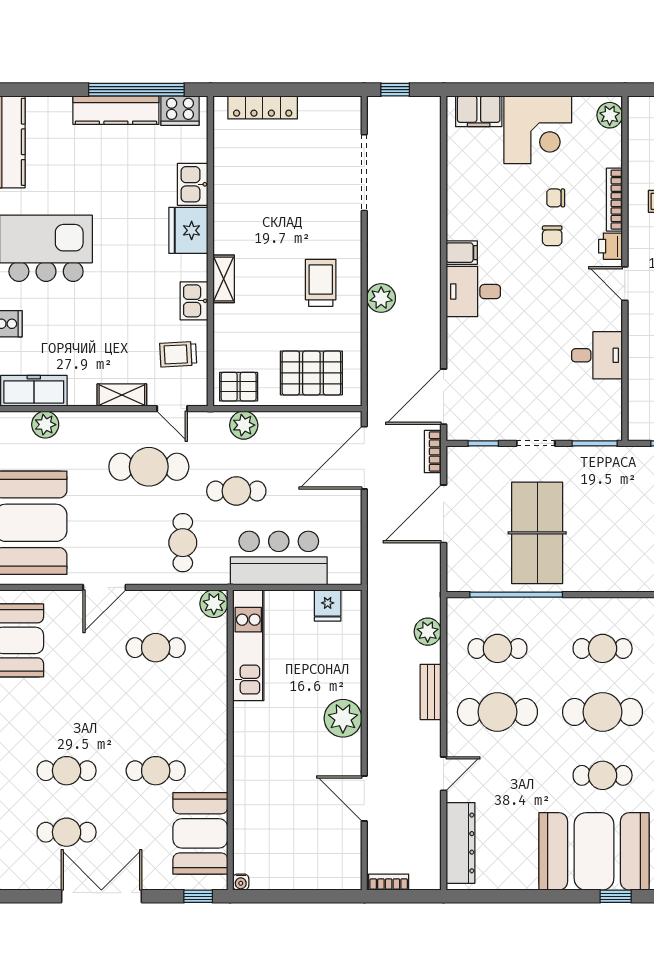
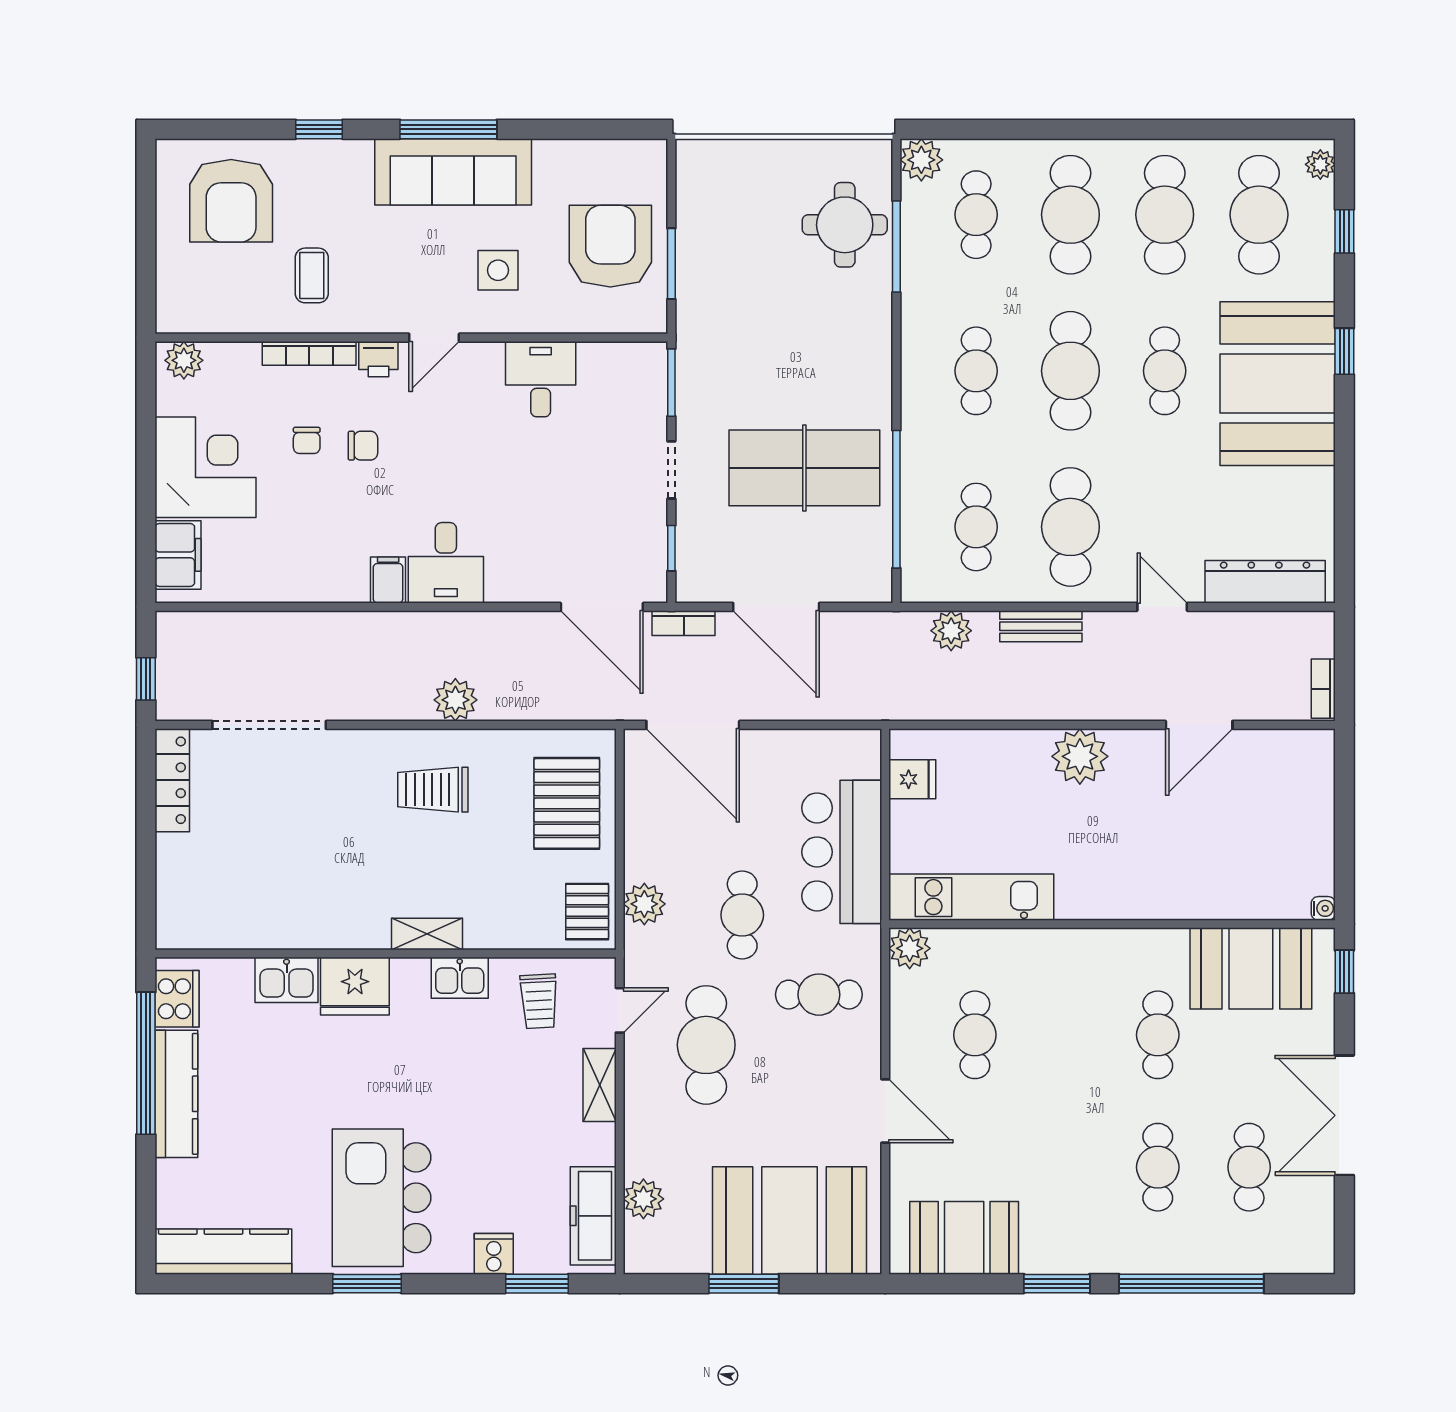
locker: (263, 107) -> (172, 780), moved

